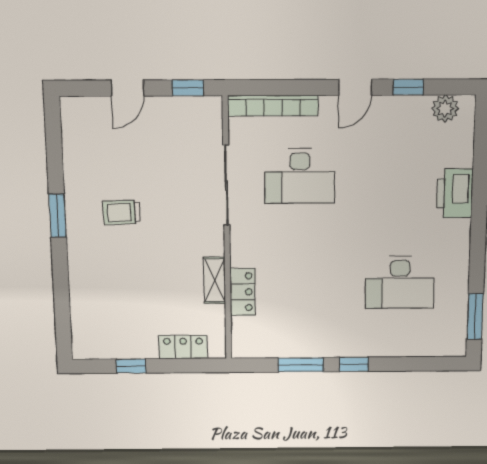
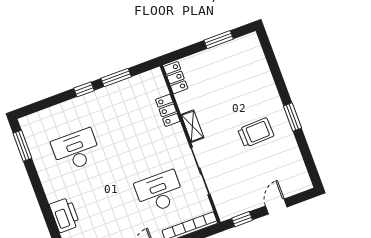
trolley: (122, 212) -> (256, 133), width x1.36, depth x1.39
shelving: (215, 280) -> (192, 126), moved
locker: (183, 347) -> (176, 78), moved, turned -90
window: (131, 366) -> (219, 40), width x1.50

